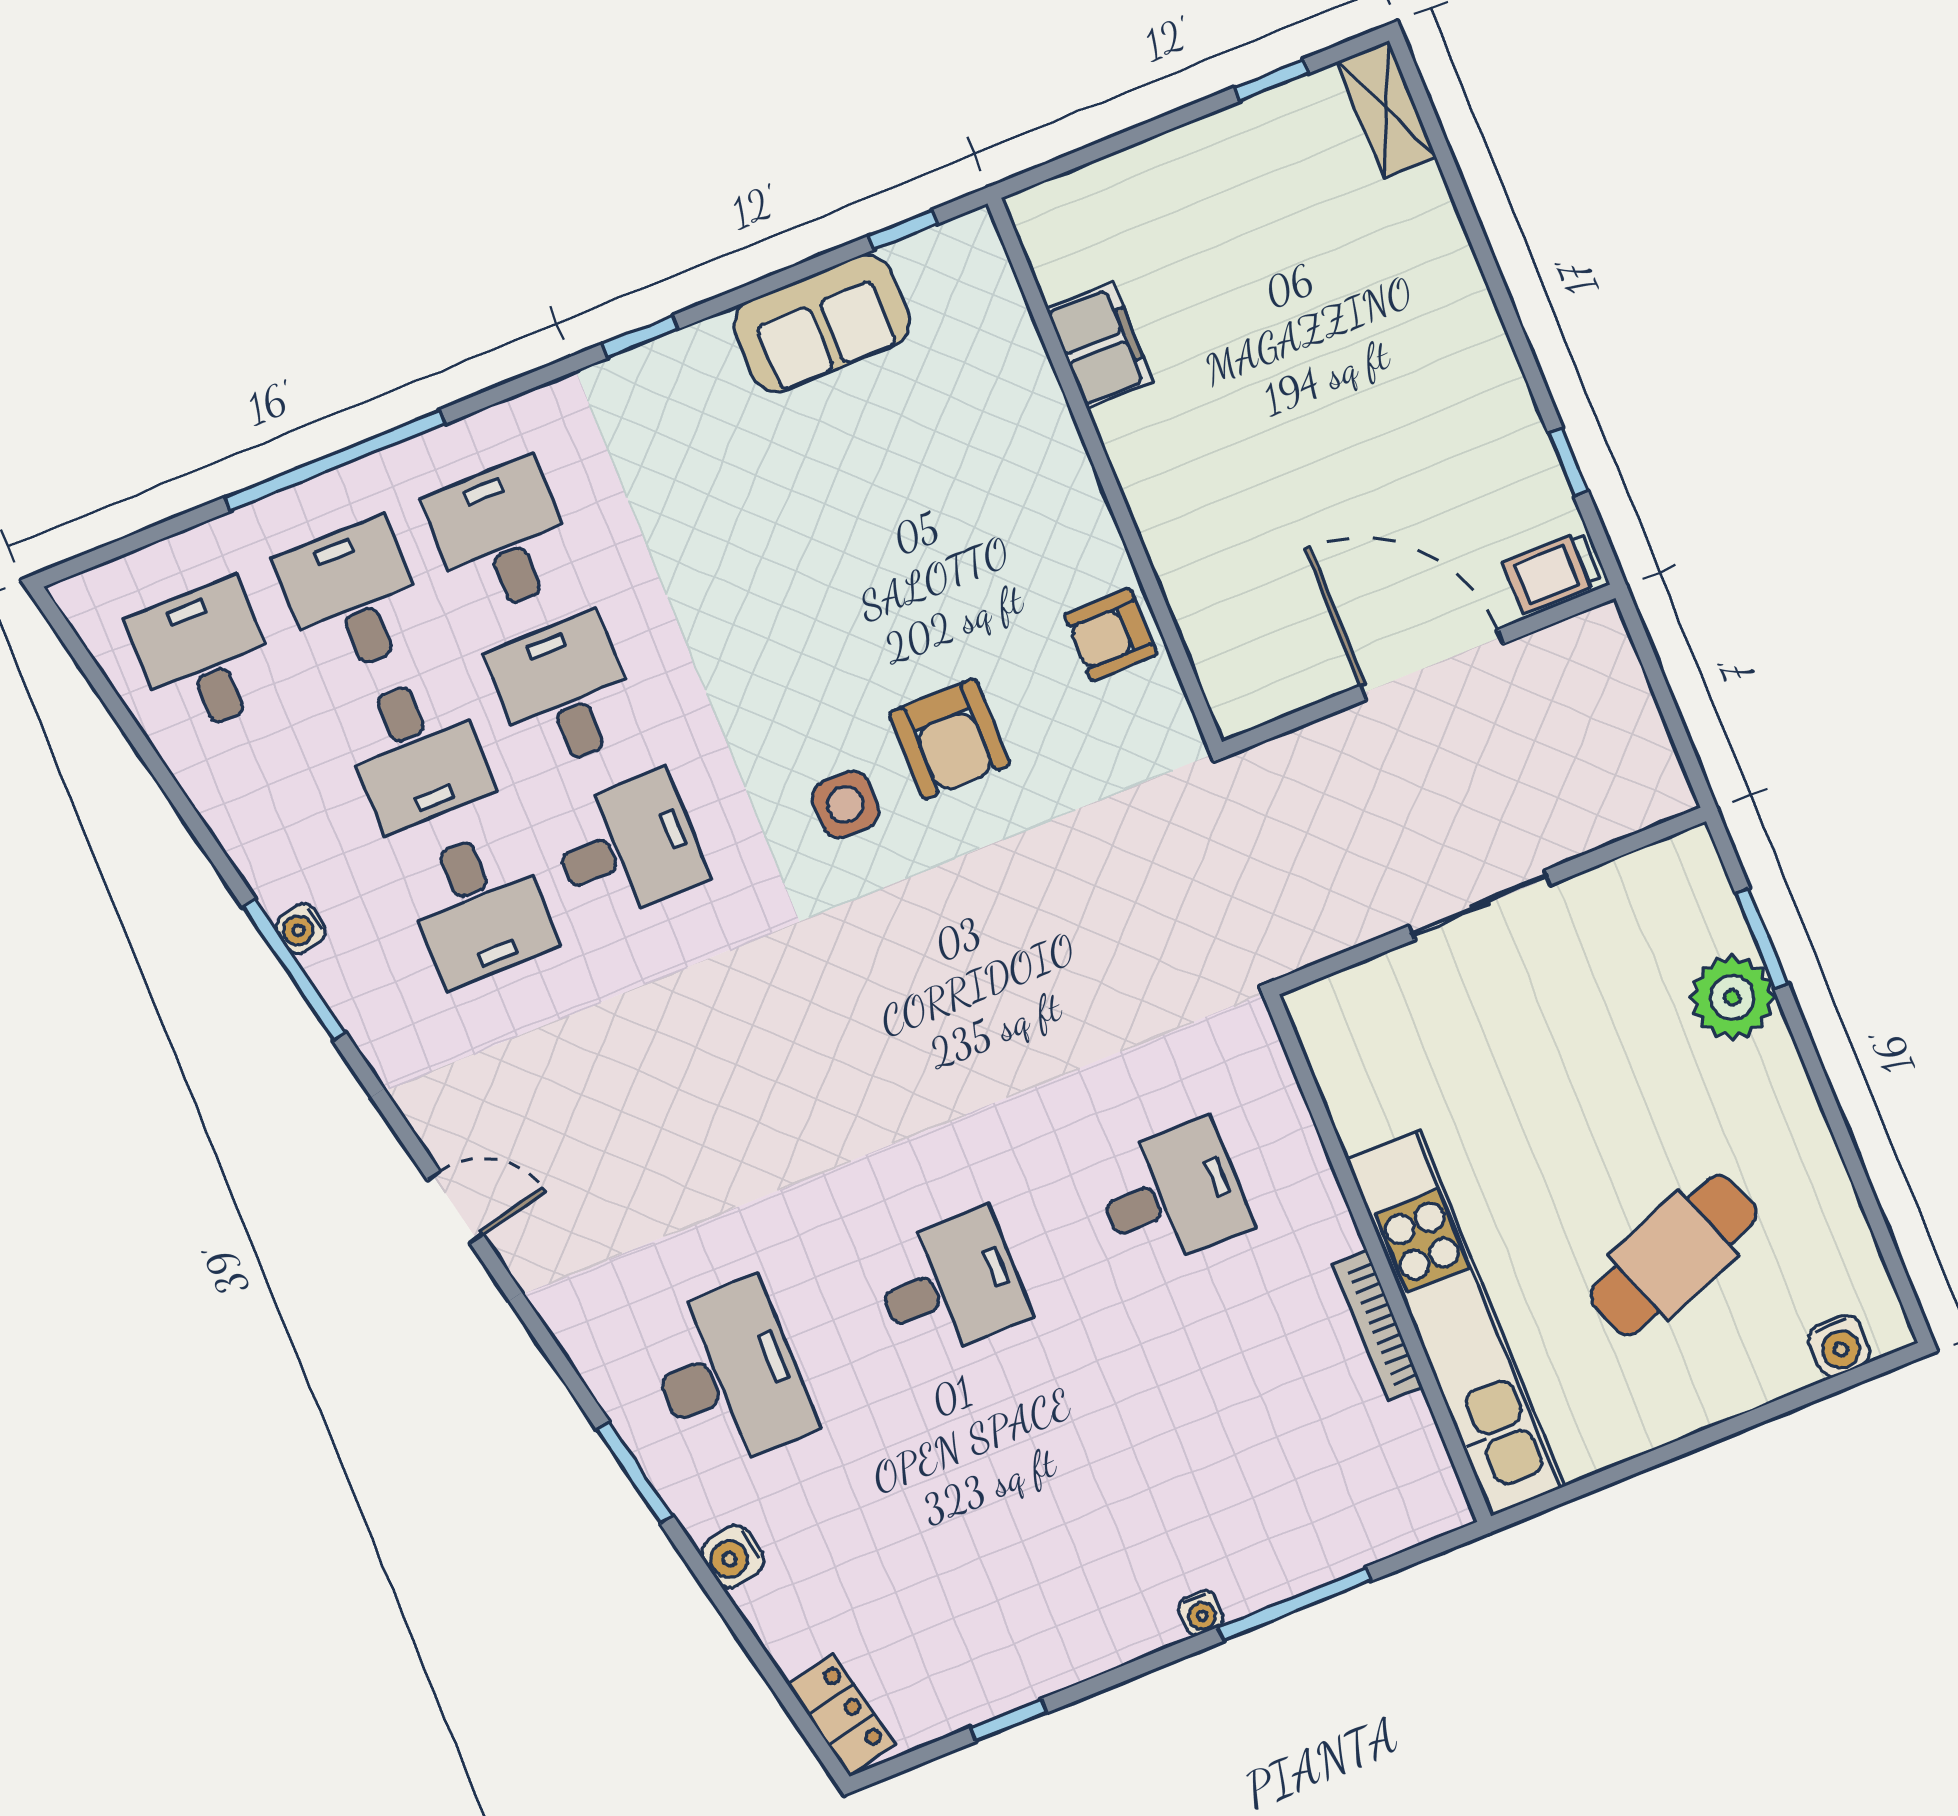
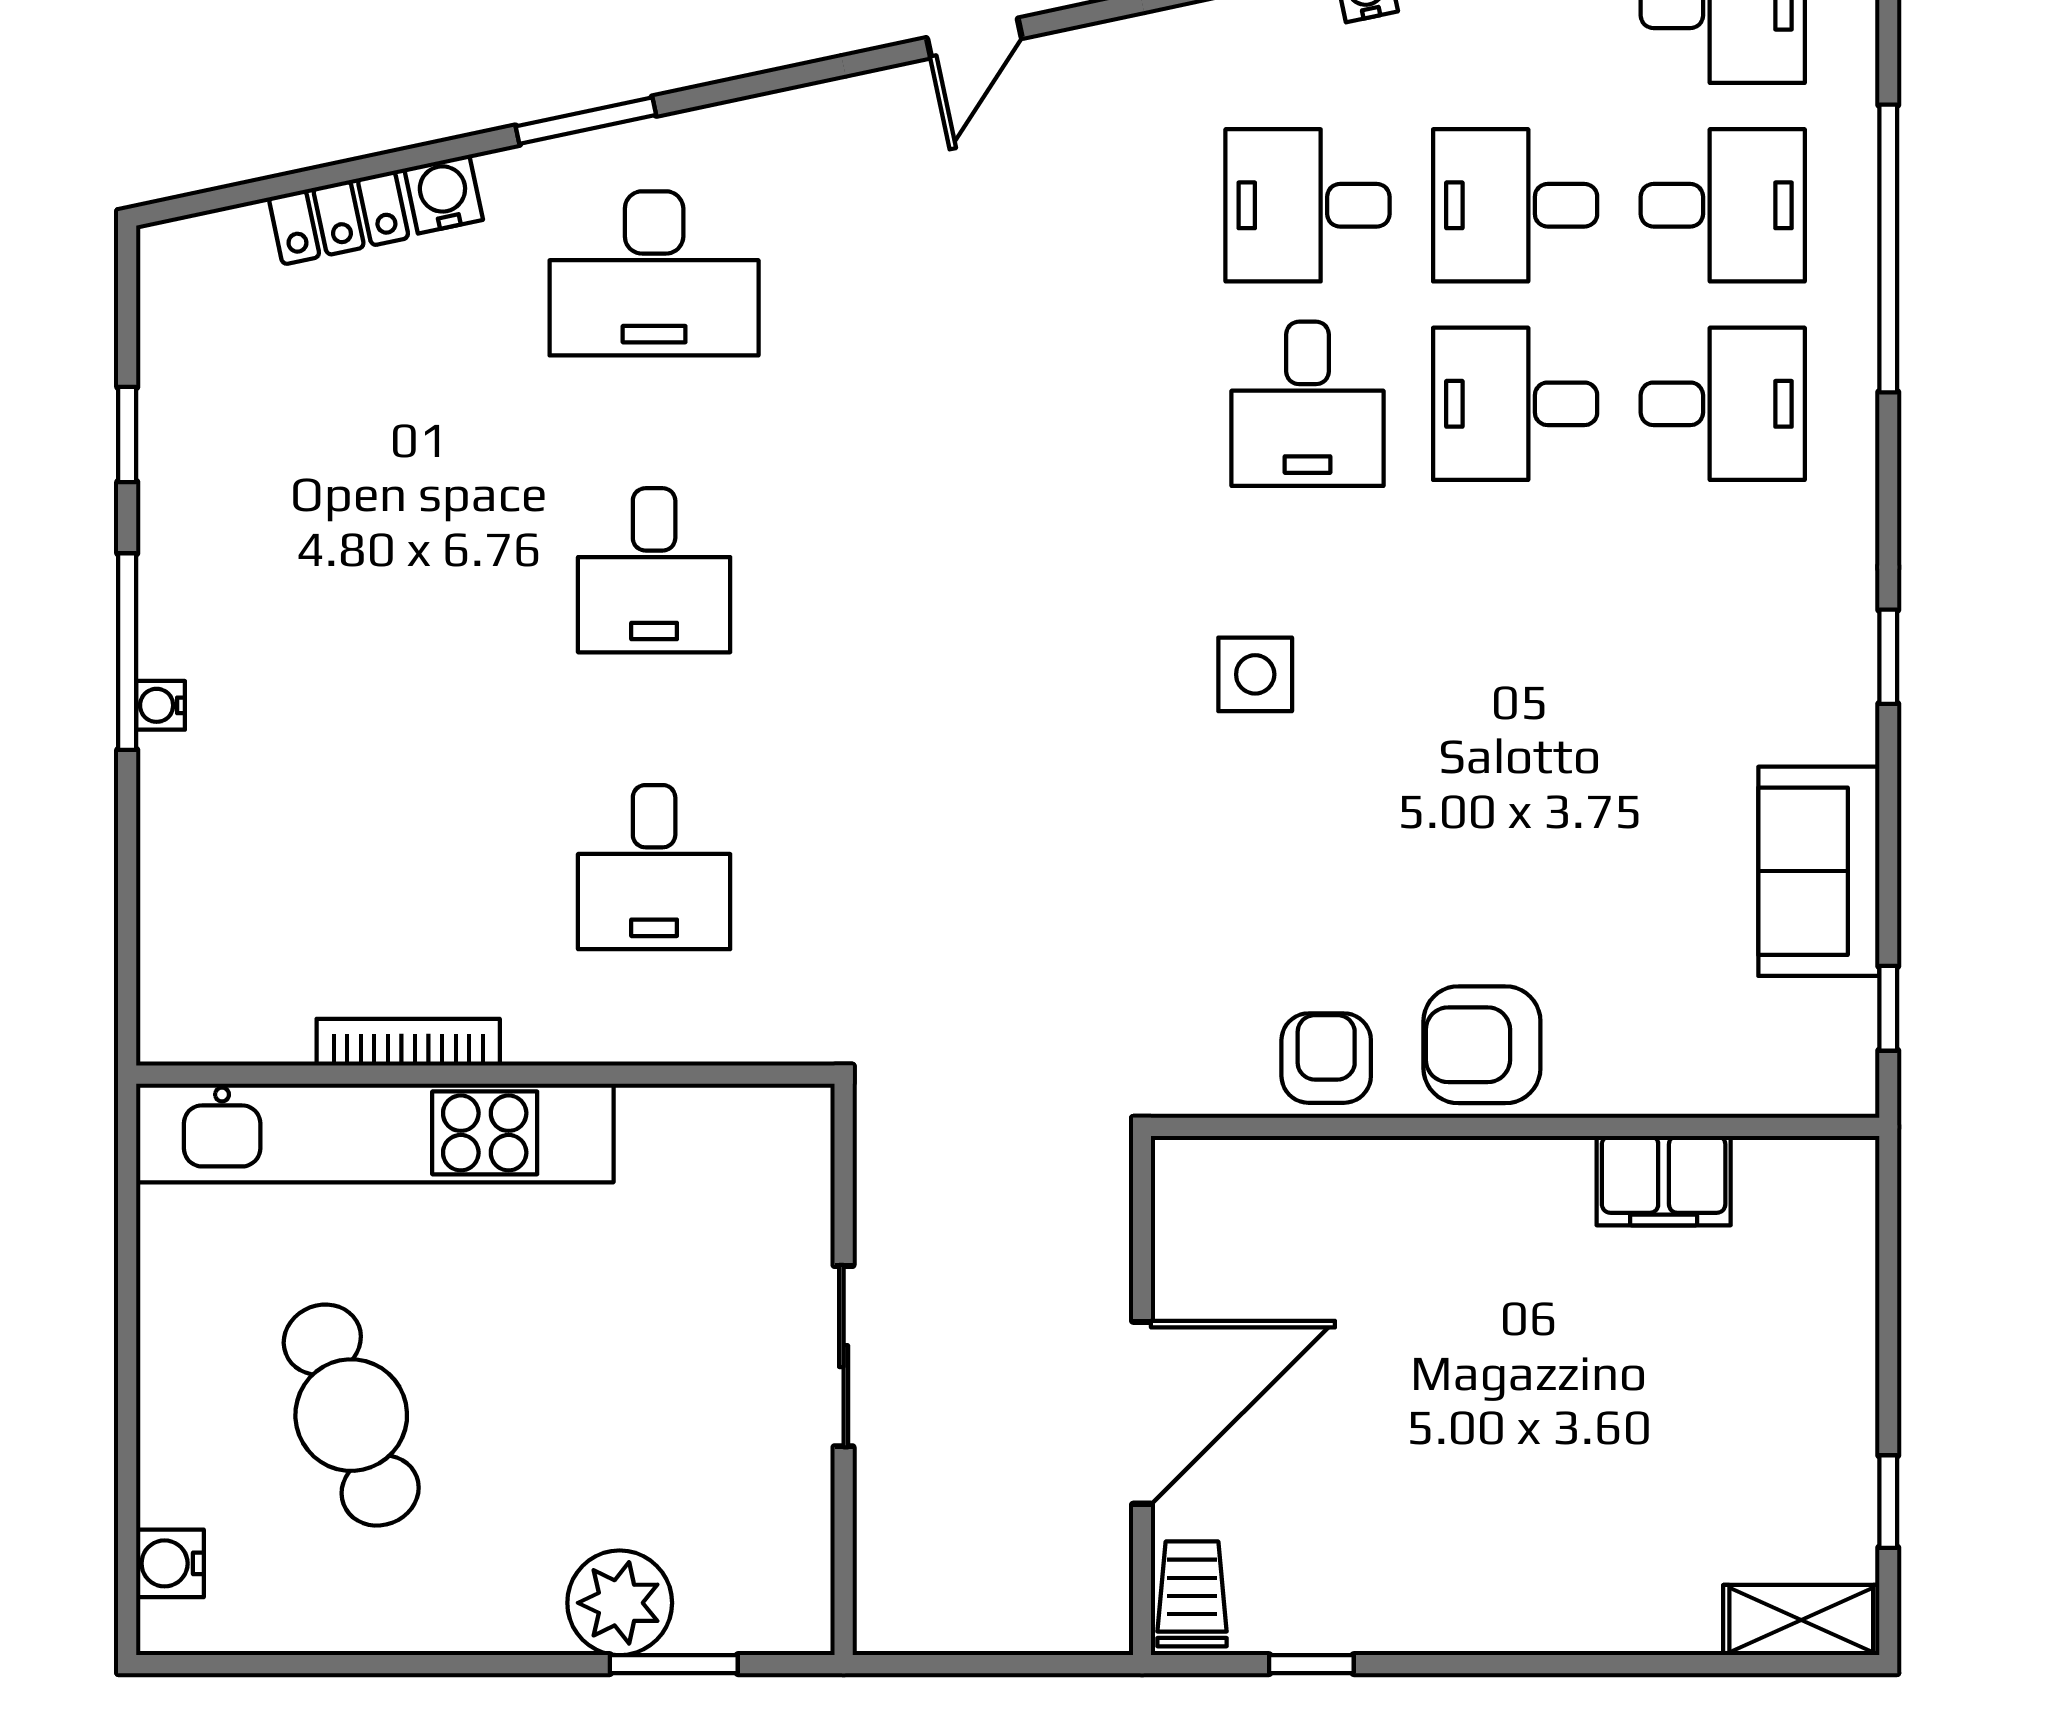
desk: (564, 692) -> (1515, 404), turned 180
armchair: (950, 739) -> (1482, 1045), moved
window: (1294, 1604) -> (127, 652), moved
locker: (841, 1715) -> (339, 218), moved

